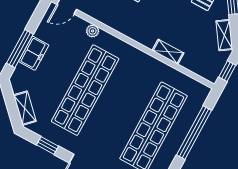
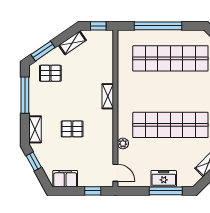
shelving: (168, 52) -> (108, 96), moved

